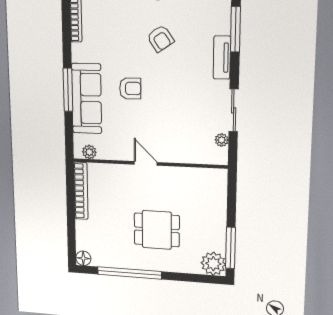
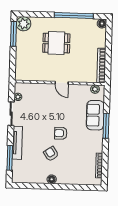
tv unit: (222, 58) -> (17, 143), width x1.41
armchair: (130, 88) -> (61, 133), moved
sofa: (87, 99) -> (95, 115), width x0.73

